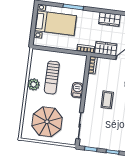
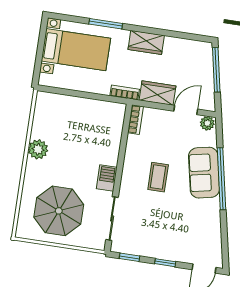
wardrobe: (110, 19) -> (146, 42), moved
sun lounger: (52, 78) -> (68, 139), removed
barbecue: (77, 90) -> (107, 178), moved

